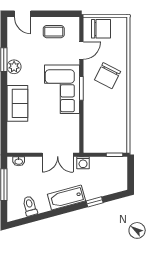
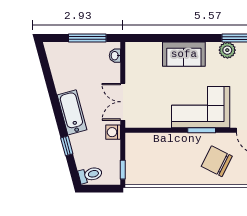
toilet: (30, 206) -> (90, 175), moved

